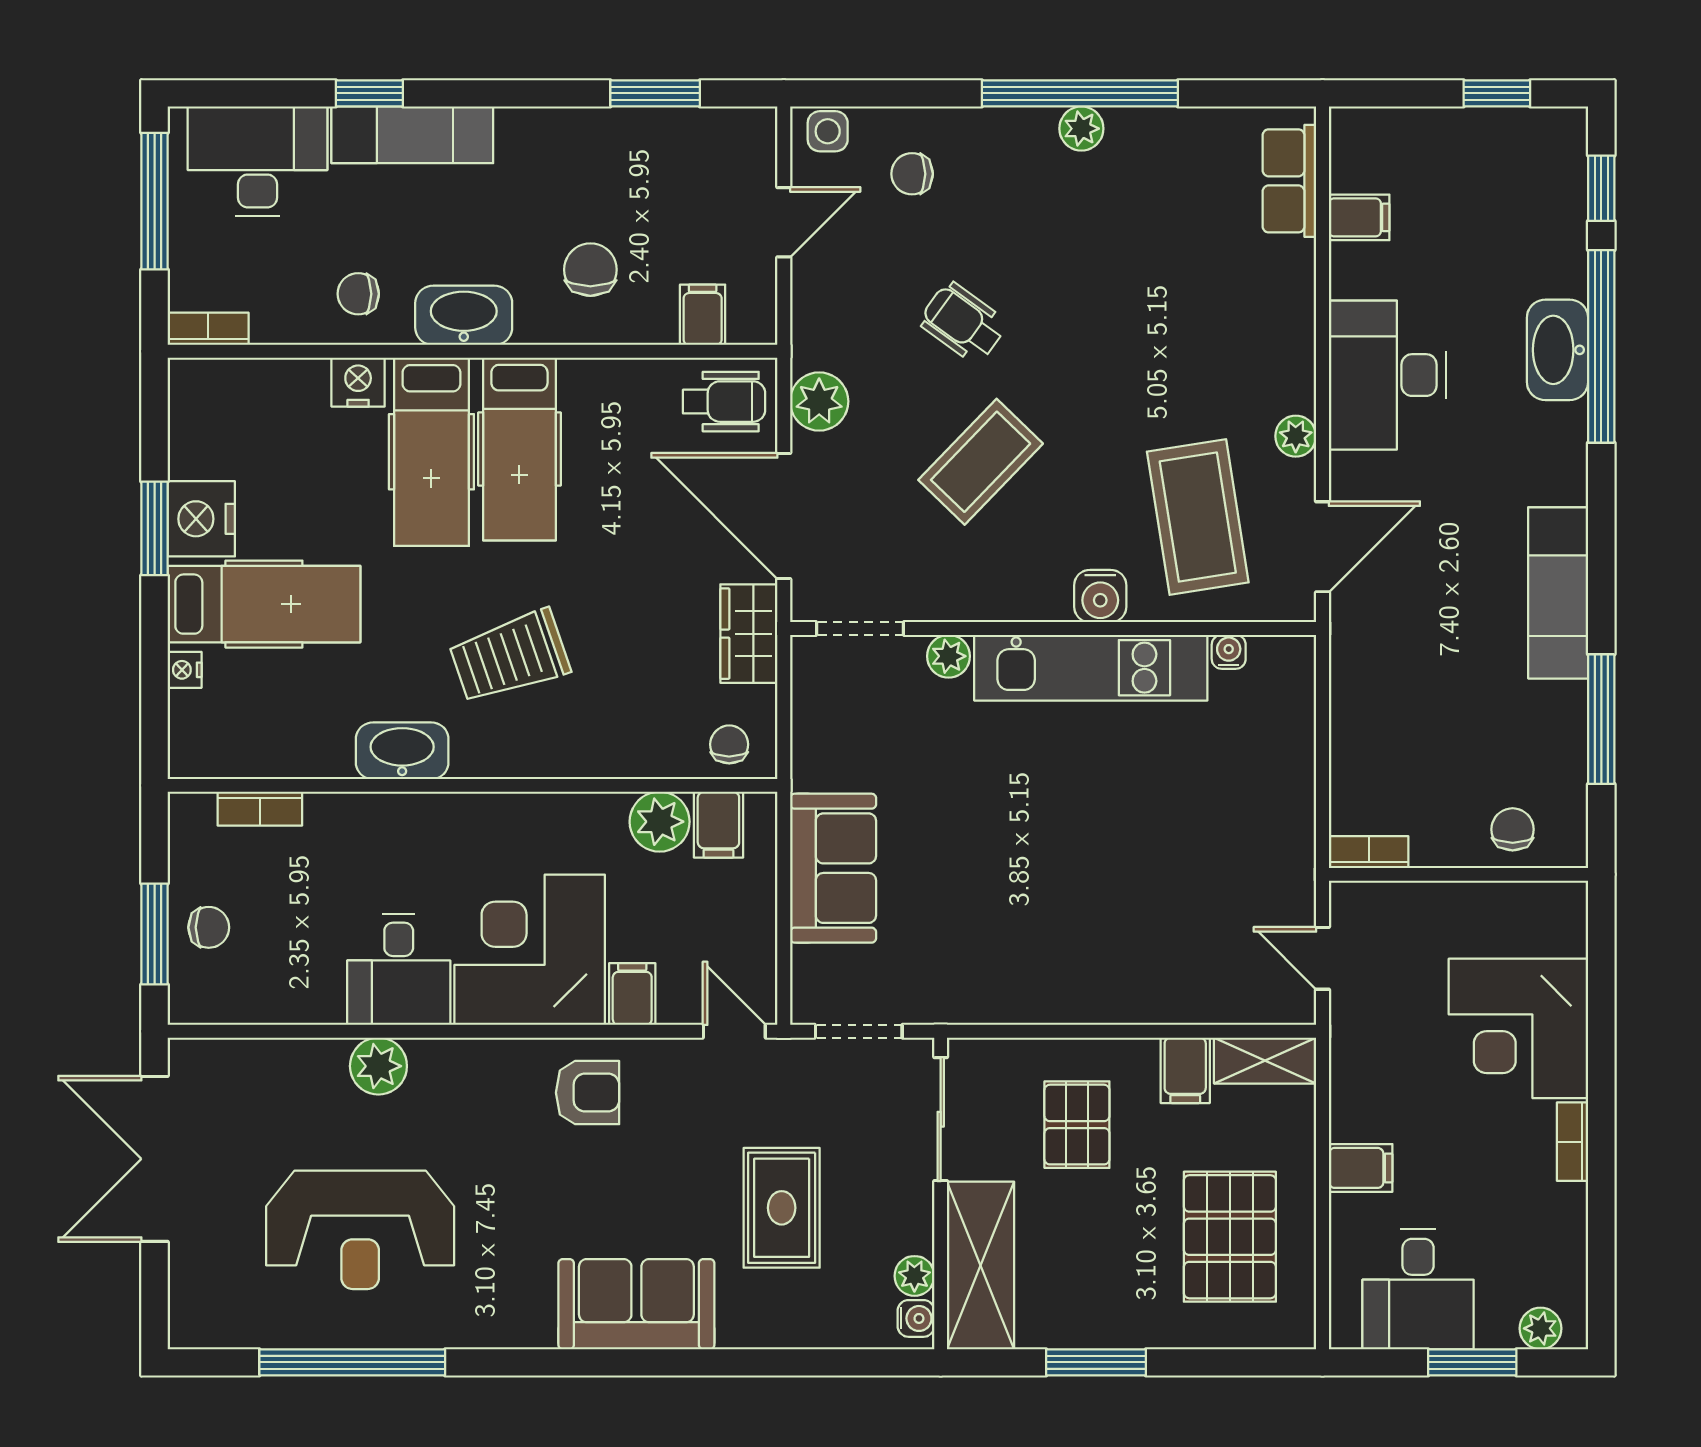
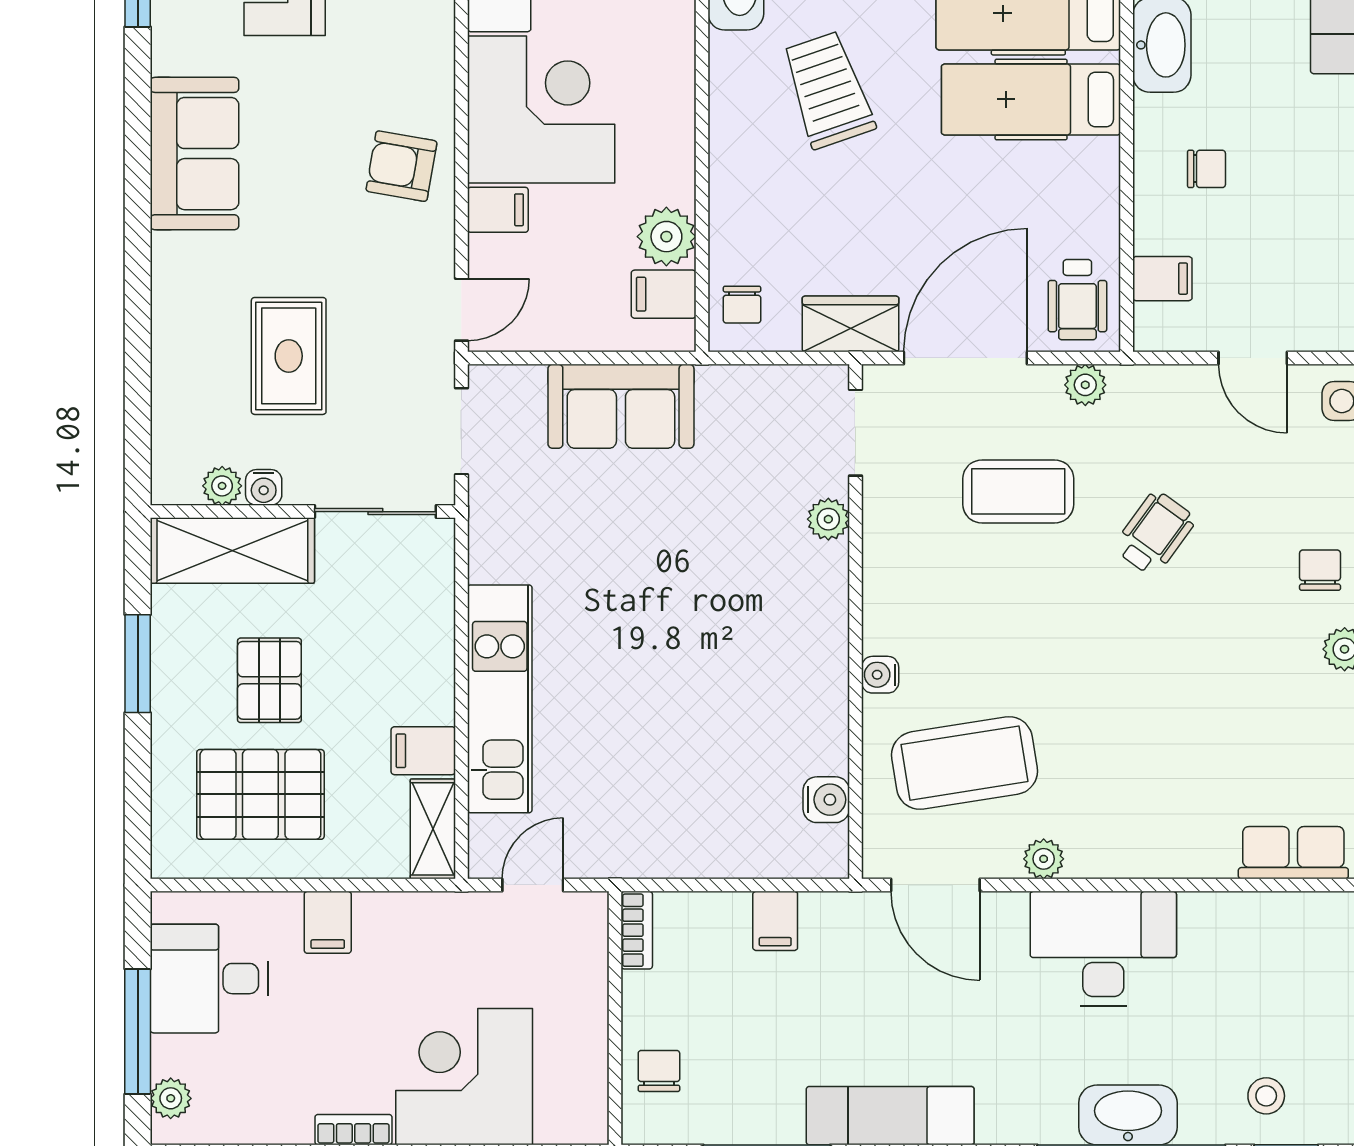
chair: (912, 174) -> (1320, 570), moved
stool: (1538, 209) -> (1266, 1096), added
filing cabinet: (1359, 217) -> (775, 921), moved
chair: (590, 270) -> (1206, 169), width x0.73, depth x0.73
plant: (819, 401) -> (1085, 385), width x0.73, depth x0.73
coffee table: (981, 462) -> (1018, 491), moved, turned -44
water cooler: (1100, 596) -> (880, 675), width x0.72, depth x0.72
water cooler: (1229, 652) -> (826, 800), width x1.38, depth x1.38
kitchen unit: (1091, 668) -> (500, 699), moved, turned 180
chair: (729, 744) -> (742, 305), turned 90
chair: (1513, 829) -> (659, 1071), turned -90
armchair: (588, 1093) -> (401, 166), turned 100
pallet: (1077, 1125) -> (269, 680), moved, turned 90
rug: (782, 1208) -> (289, 356), turned 90
sofa: (636, 1304) -> (194, 154), moved
water cooler: (916, 1318) -> (264, 487), moved
window: (1472, 1362) -> (138, 1031), width x1.44

